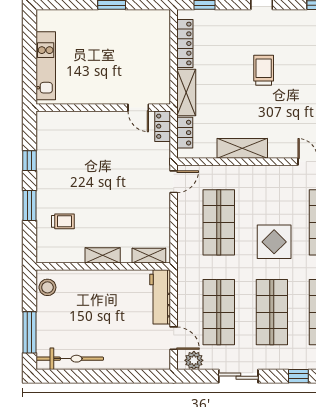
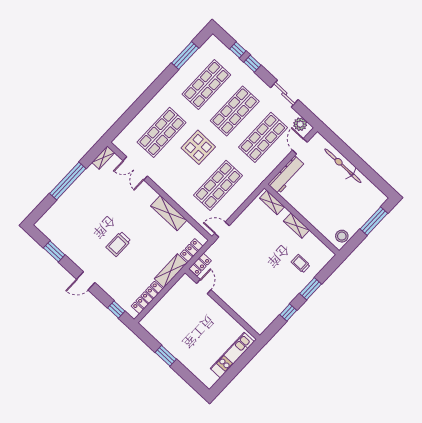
bicycle: (70, 359) -> (343, 166), moved

